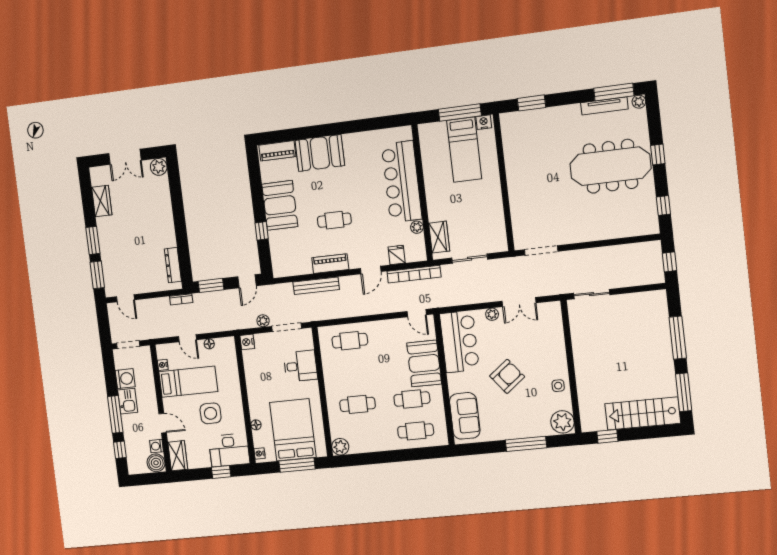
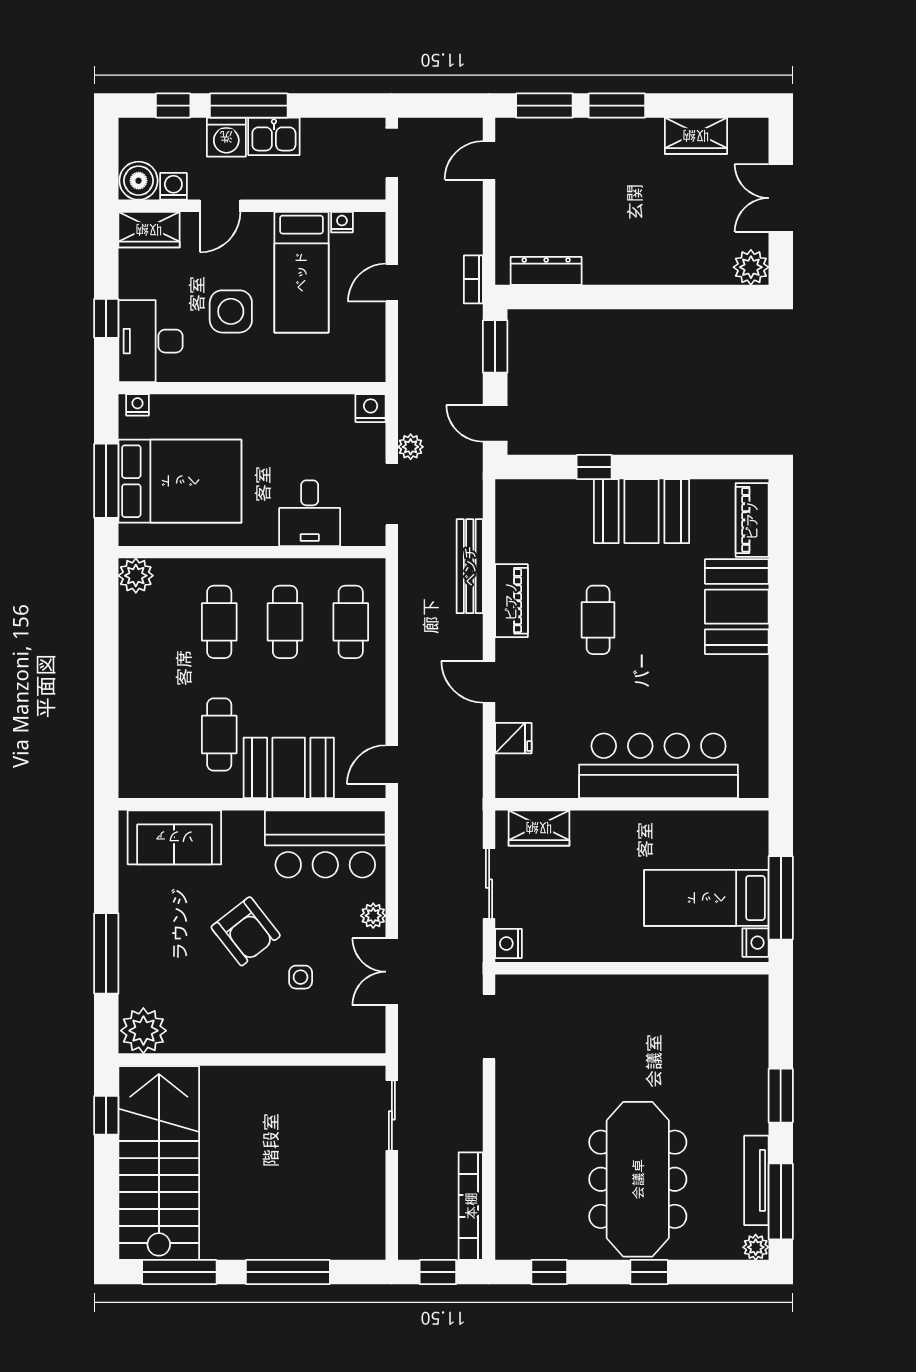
window: (531, 103) -> (781, 1096), moved
plant: (417, 227) -> (564, 786), removed
nightstand: (498, 246) -> (508, 944), added
bookcase: (414, 274) -> (471, 1206), moved
floor lamp: (209, 344) -> (375, 327), removed
washing machine: (125, 379) -> (226, 137), moved
side table: (558, 386) -> (301, 977), moved
stairs: (643, 413) -> (159, 1163), width x1.36, depth x1.51
floor lamp: (256, 425) -> (198, 405), removed
cafe table: (416, 431) -> (285, 622), moved

